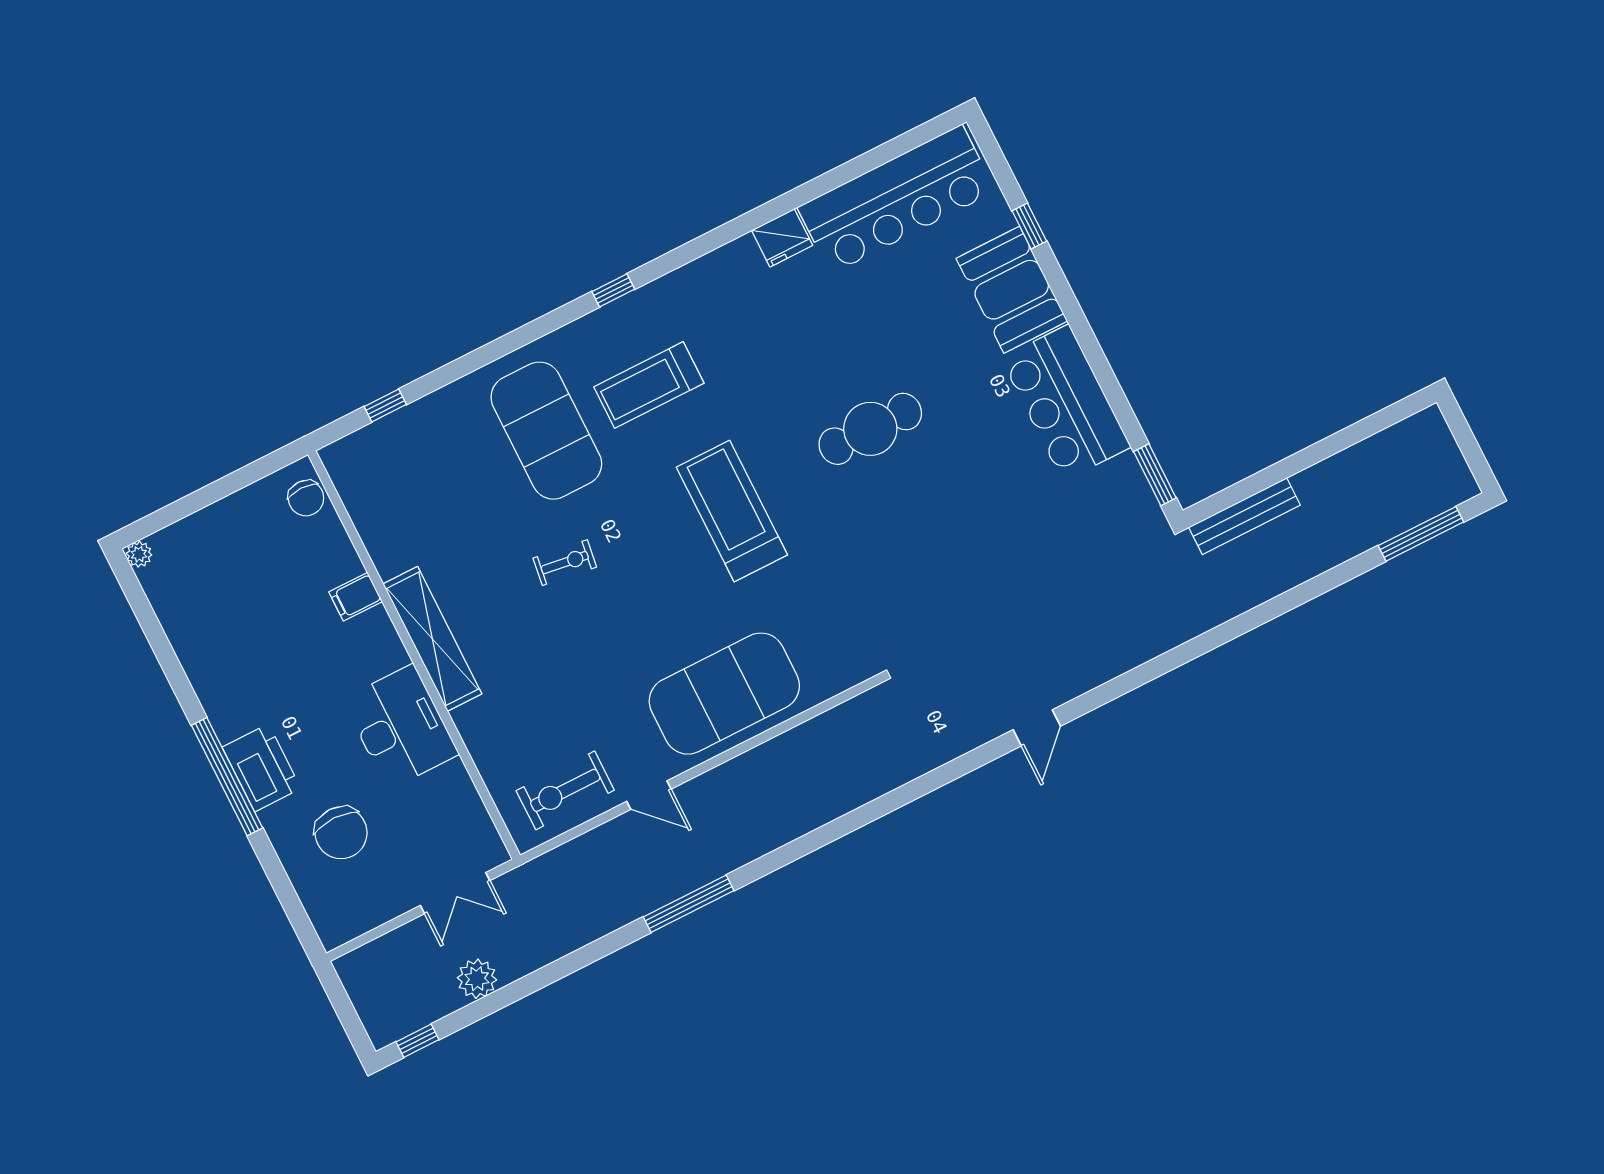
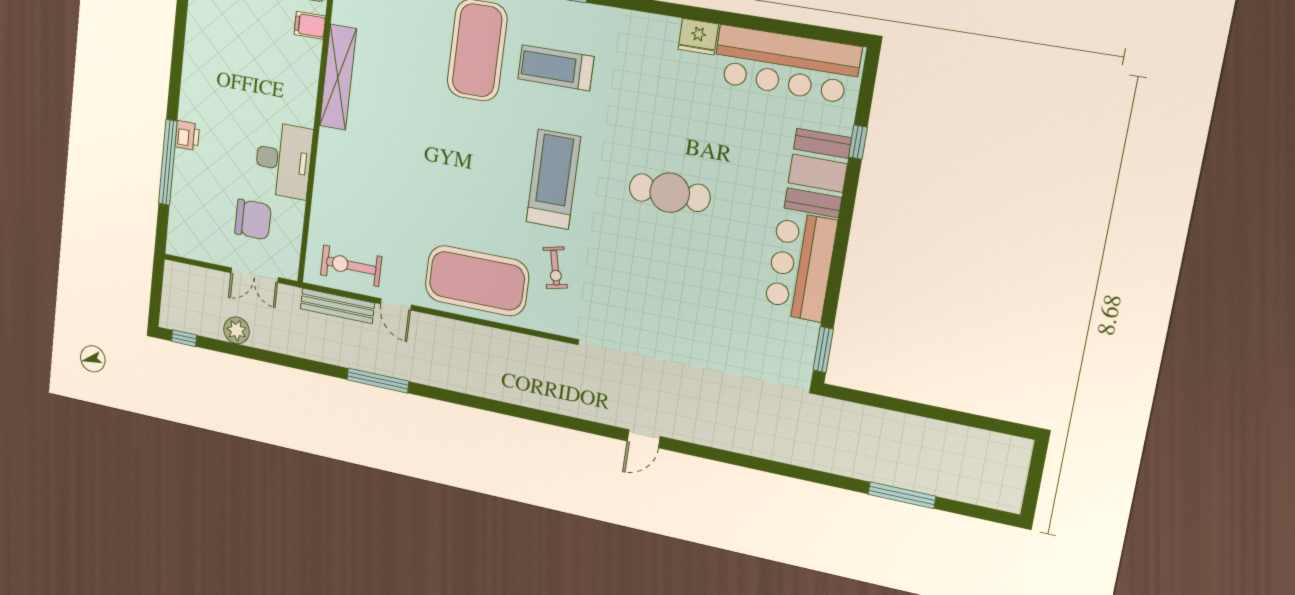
bench: (1244, 516) -> (337, 306), moved
window: (1421, 534) -> (902, 495), moved
exercise bike: (565, 563) -> (555, 268), moved, turned 69
filing cabinet: (356, 597) -> (310, 25), moved
shelving: (432, 639) -> (338, 77), moved
printer: (262, 768) -> (187, 136), width x0.53, depth x0.68
window: (227, 777) -> (168, 162), moved
chair: (341, 833) -> (253, 219), moved, turned -90

